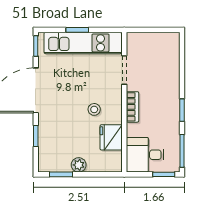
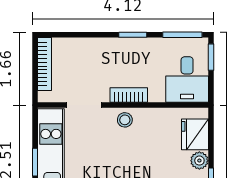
bookcase: (158, 38) -> (44, 64), added
stool: (94, 109) -> (125, 120), moved
fridge: (111, 137) -> (195, 134), moved, turned 90

